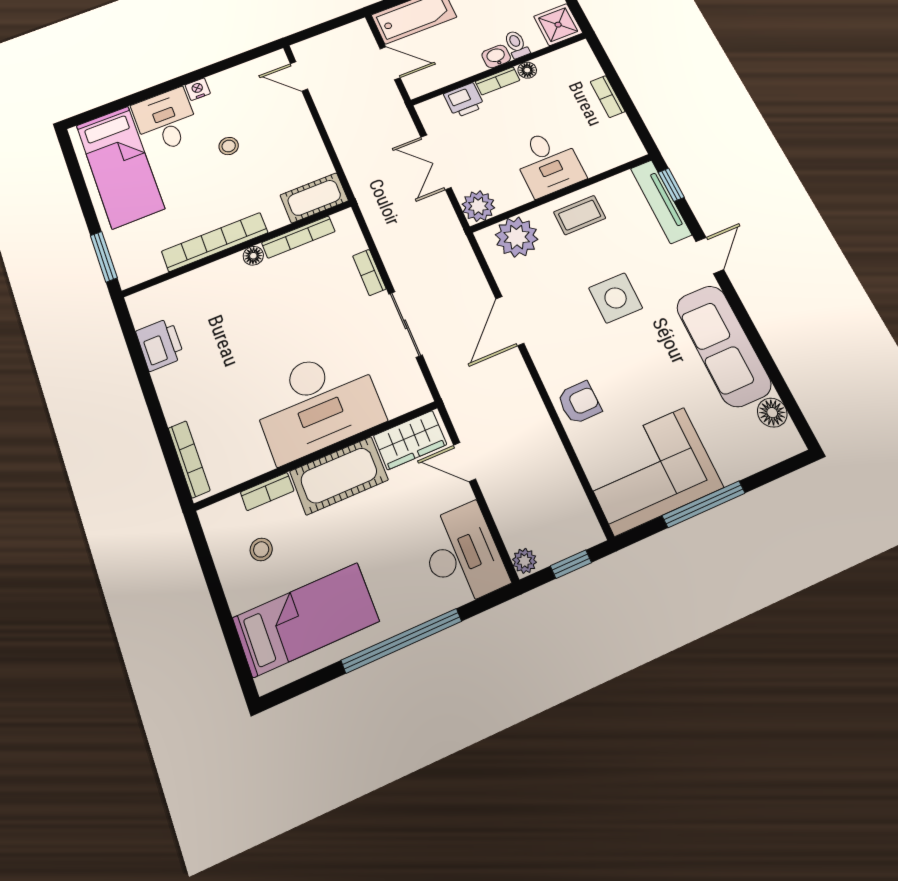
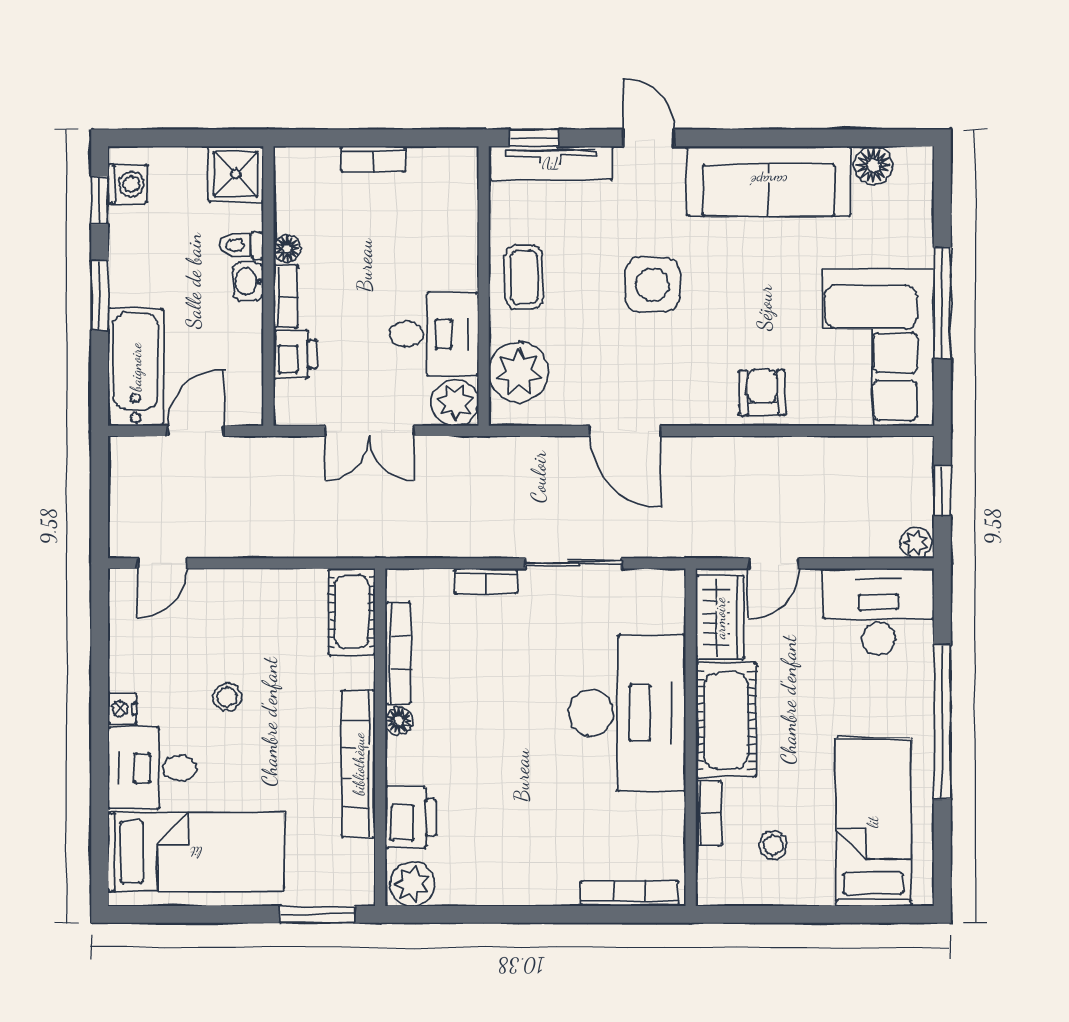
desk: (548, 163) -> (434, 334), moved
plant: (145, 308) -> (412, 884), added
printer: (160, 344) -> (411, 817), moved, turned 90

